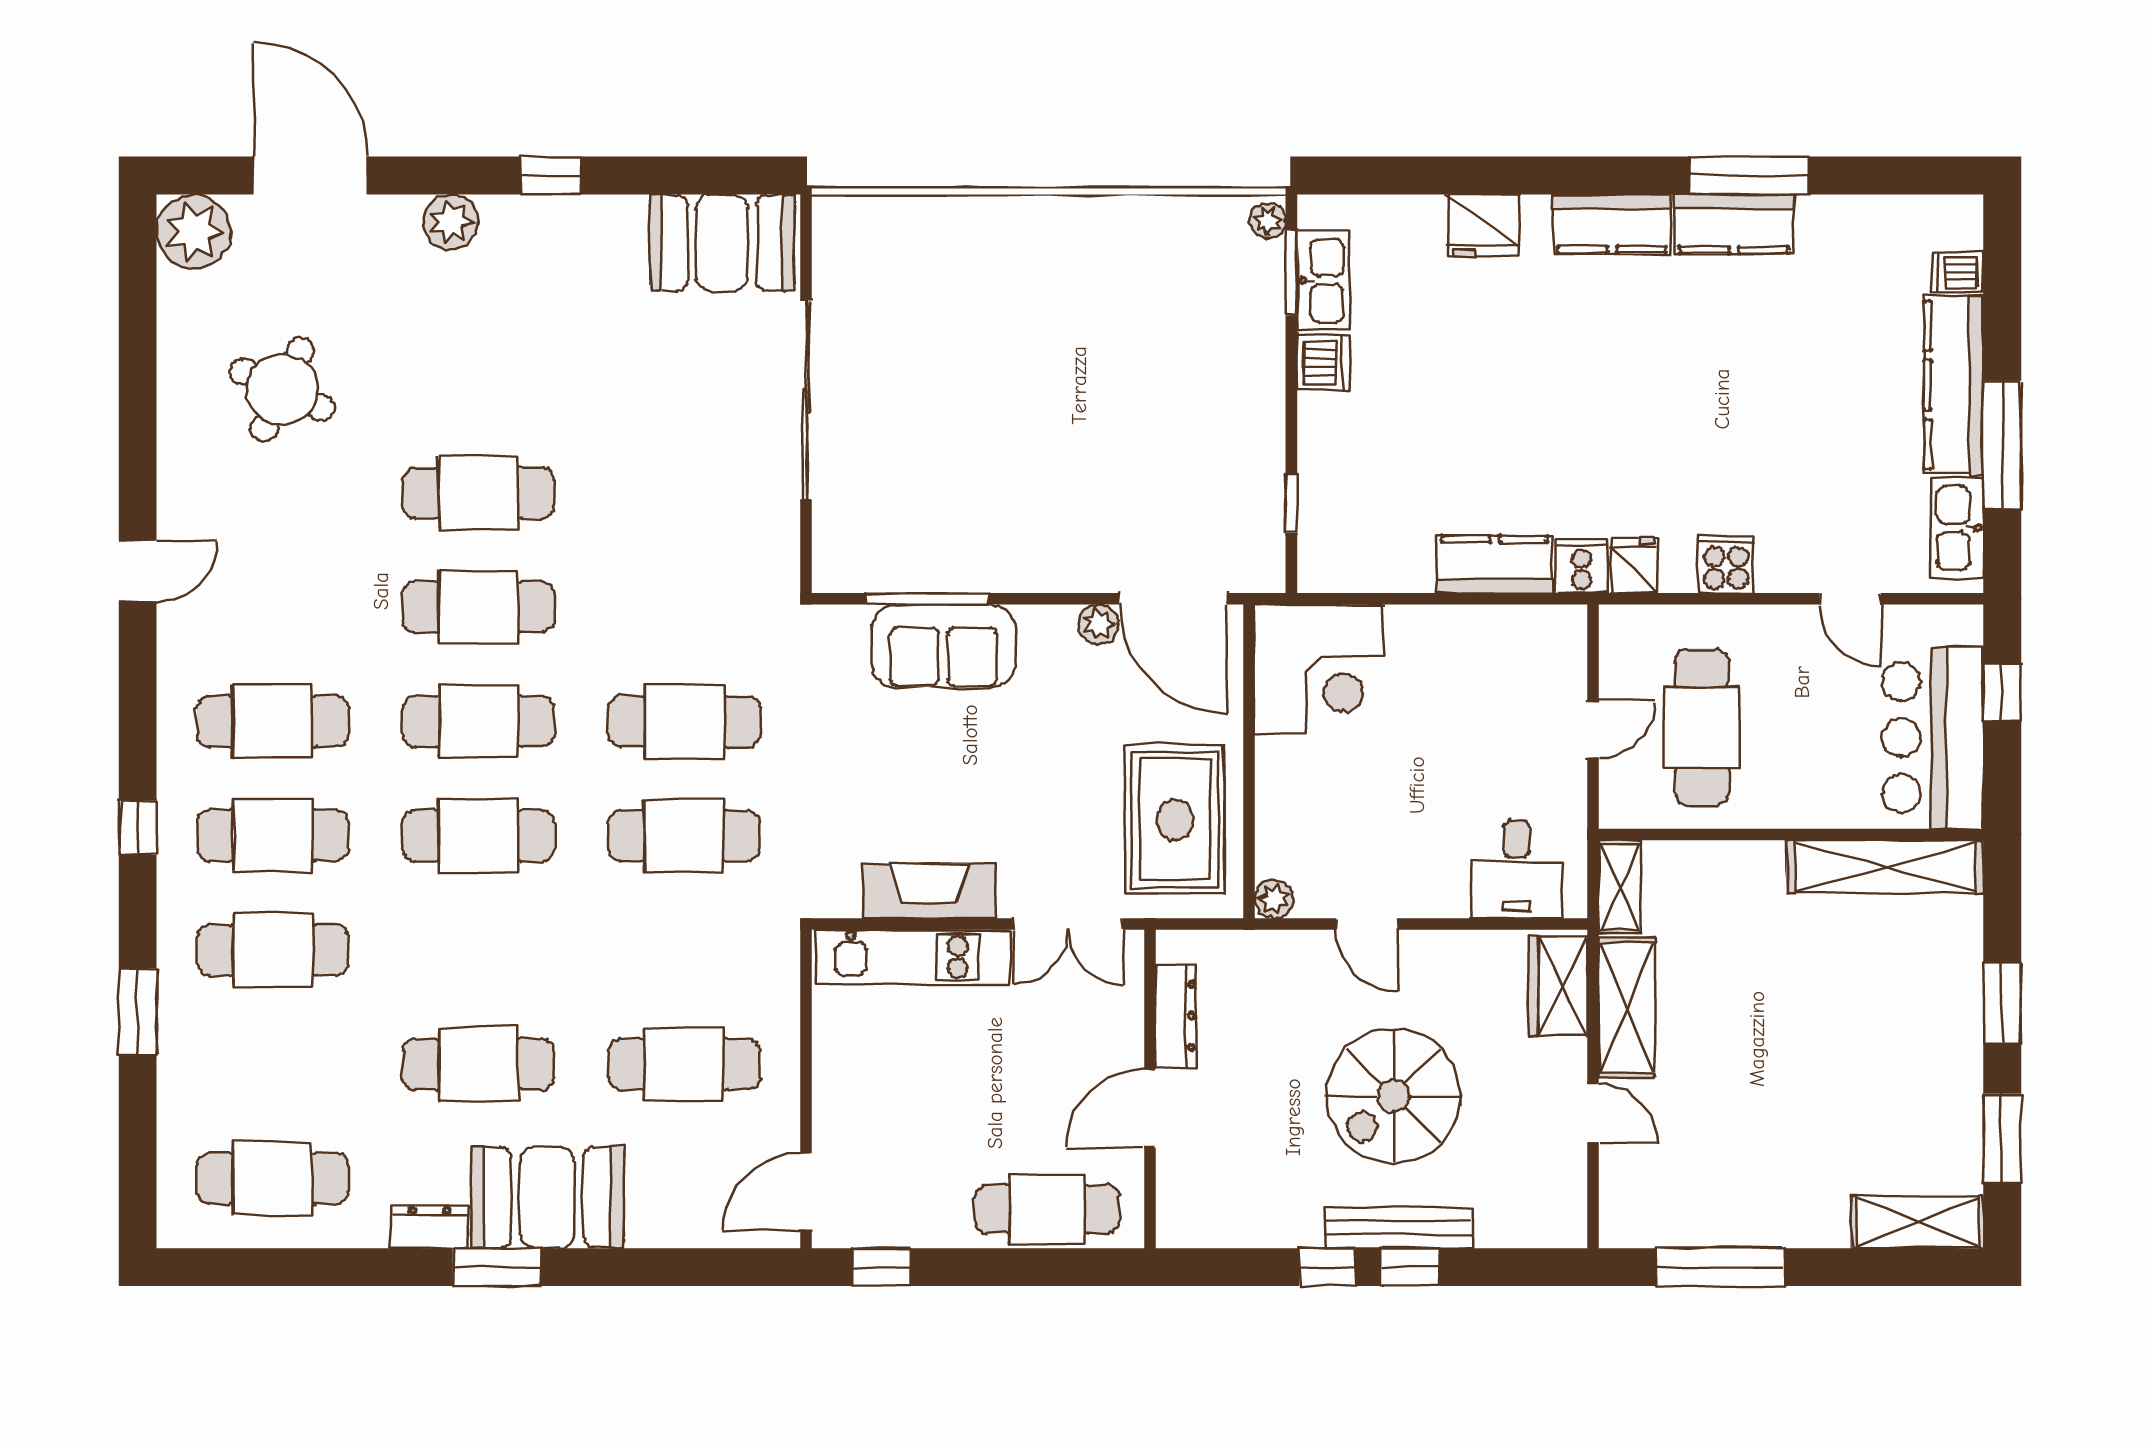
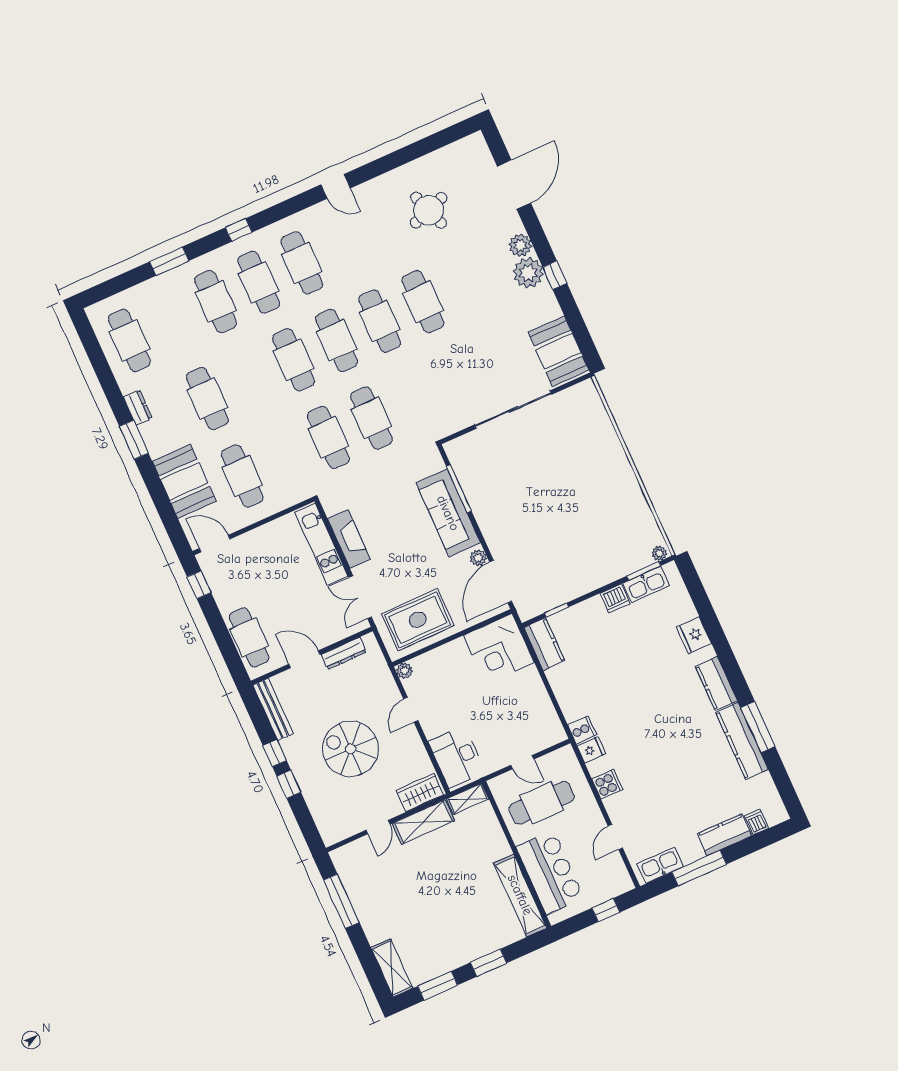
kitchen counter: (1734, 224) -> (742, 741), width x1.50
plant: (194, 232) -> (528, 273), moved
kitchen counter: (1954, 385) -> (725, 835), width x0.67
round table: (282, 389) -> (429, 210), turned 45
kitchen counter: (1495, 564) -> (544, 644), moved
sofa: (943, 646) -> (448, 513), width x1.36
bar counter: (1933, 738) -> (550, 872), moved, turned 90
desk: (1517, 869) -> (457, 757), width x1.37
booth: (547, 1197) -> (184, 481), moved
bench: (1398, 1228) -> (273, 709), moved

